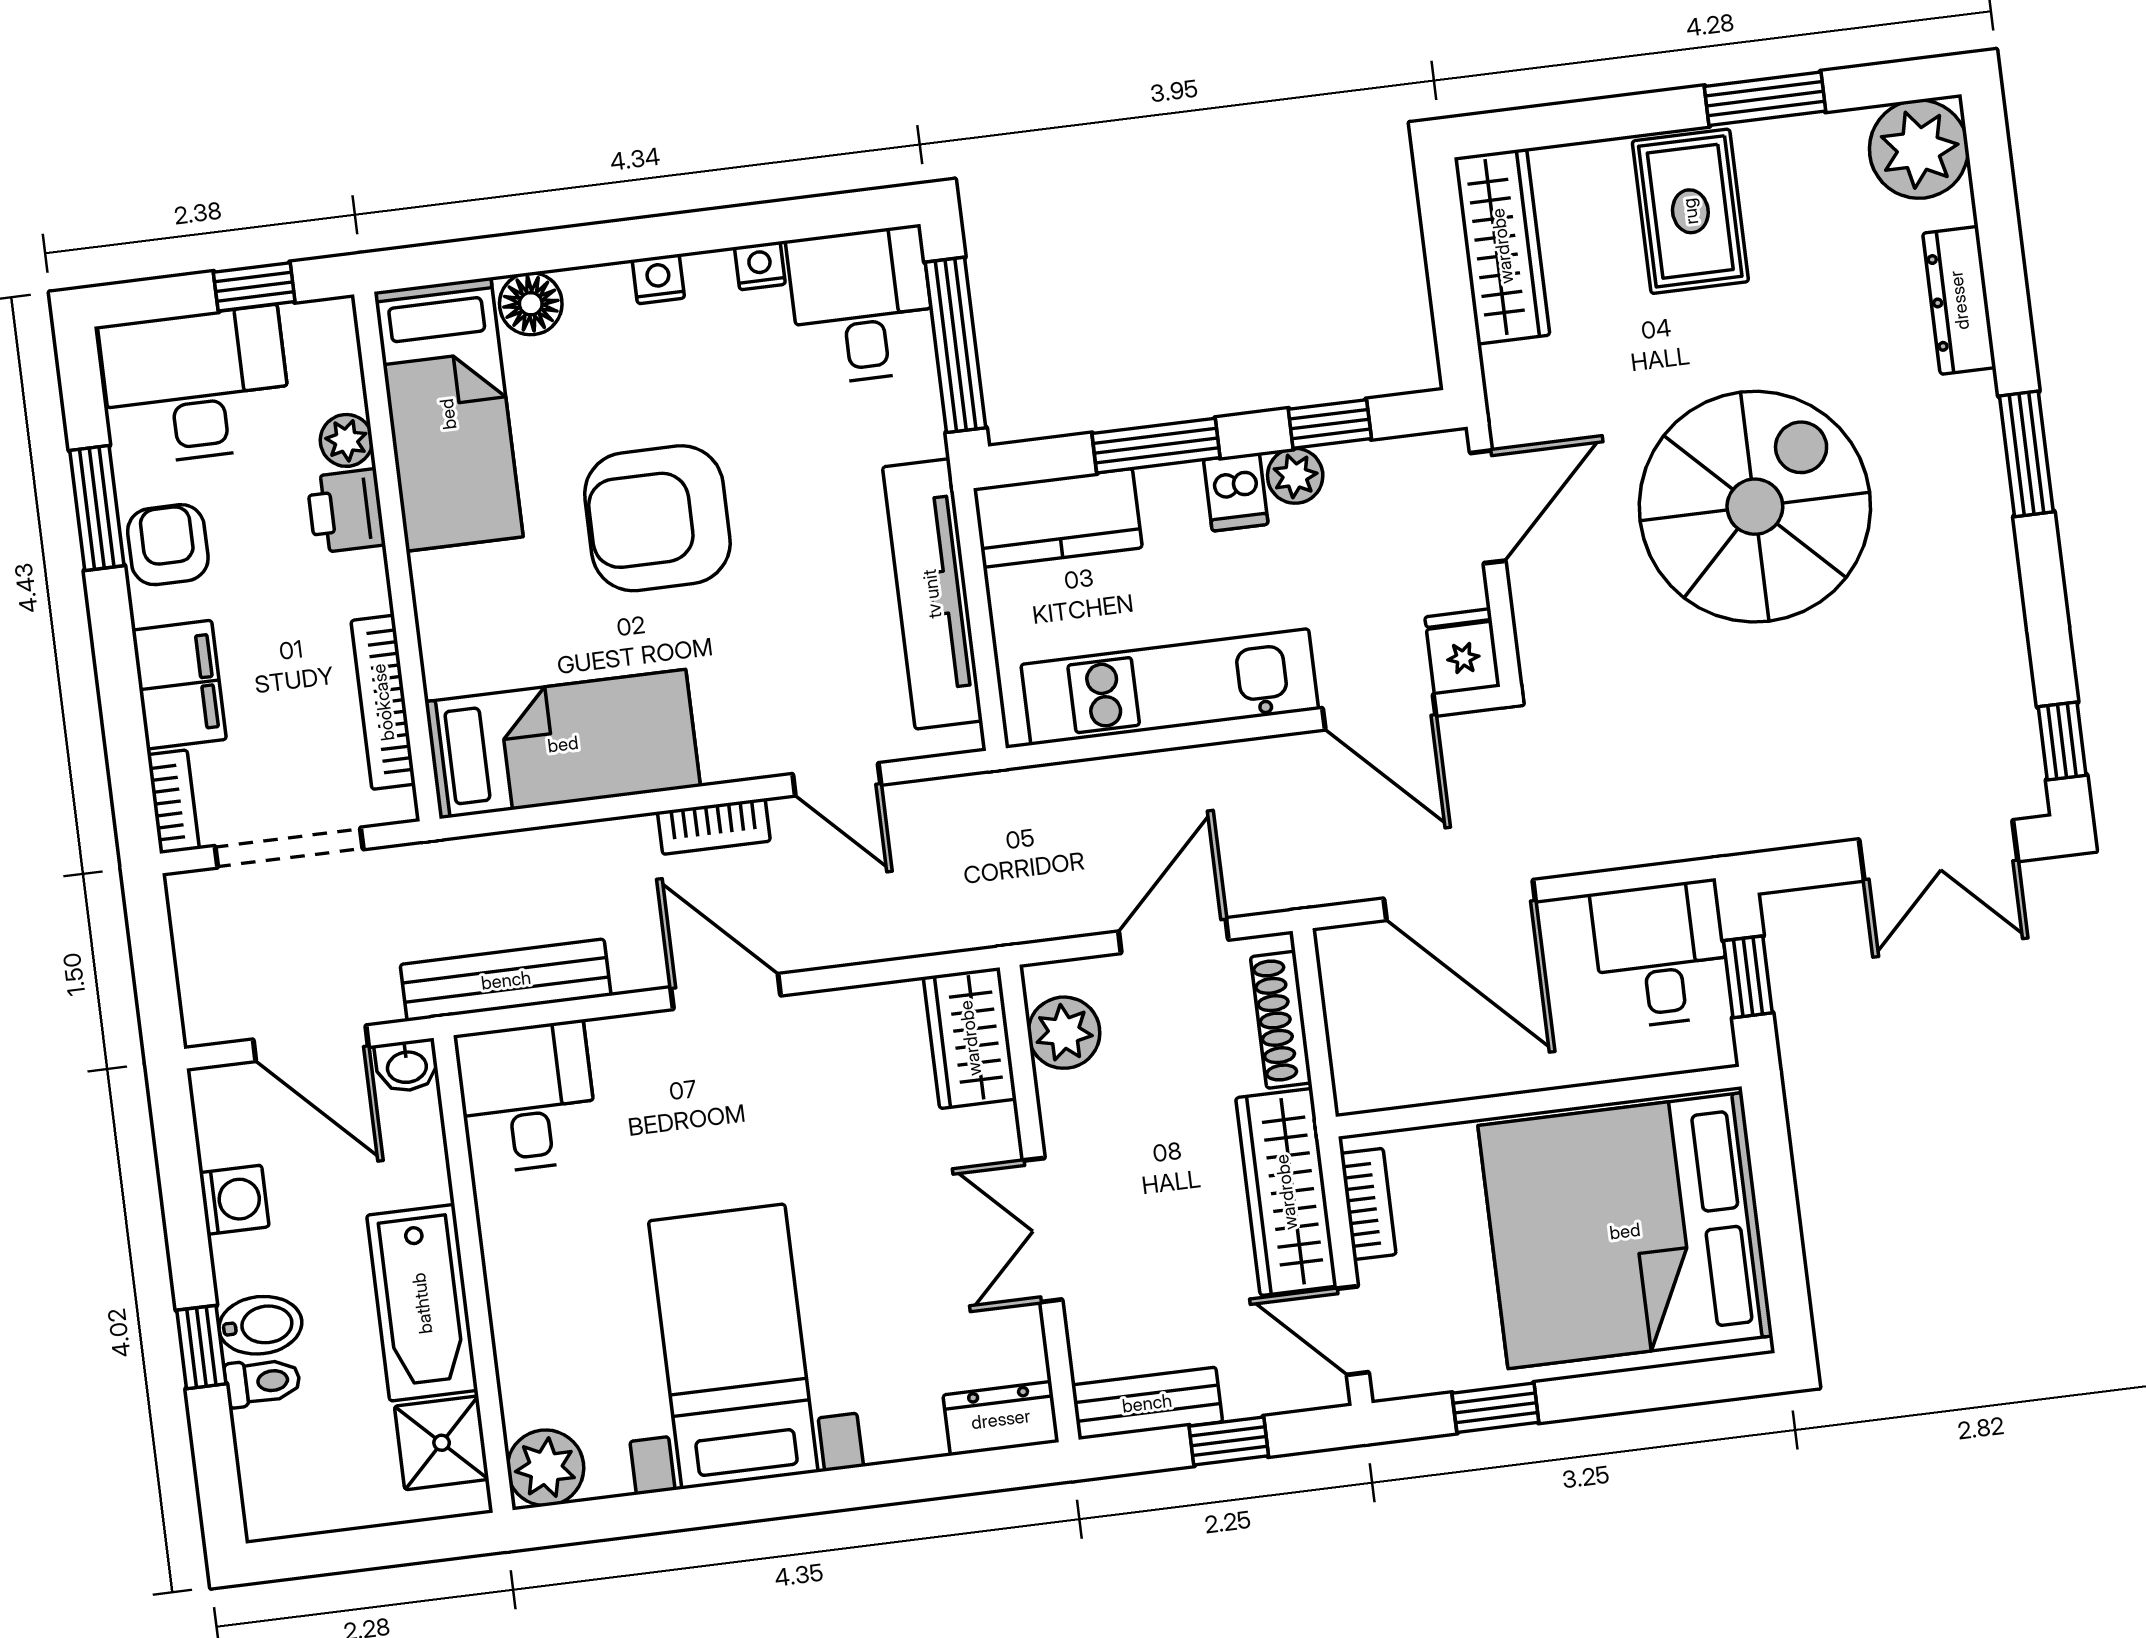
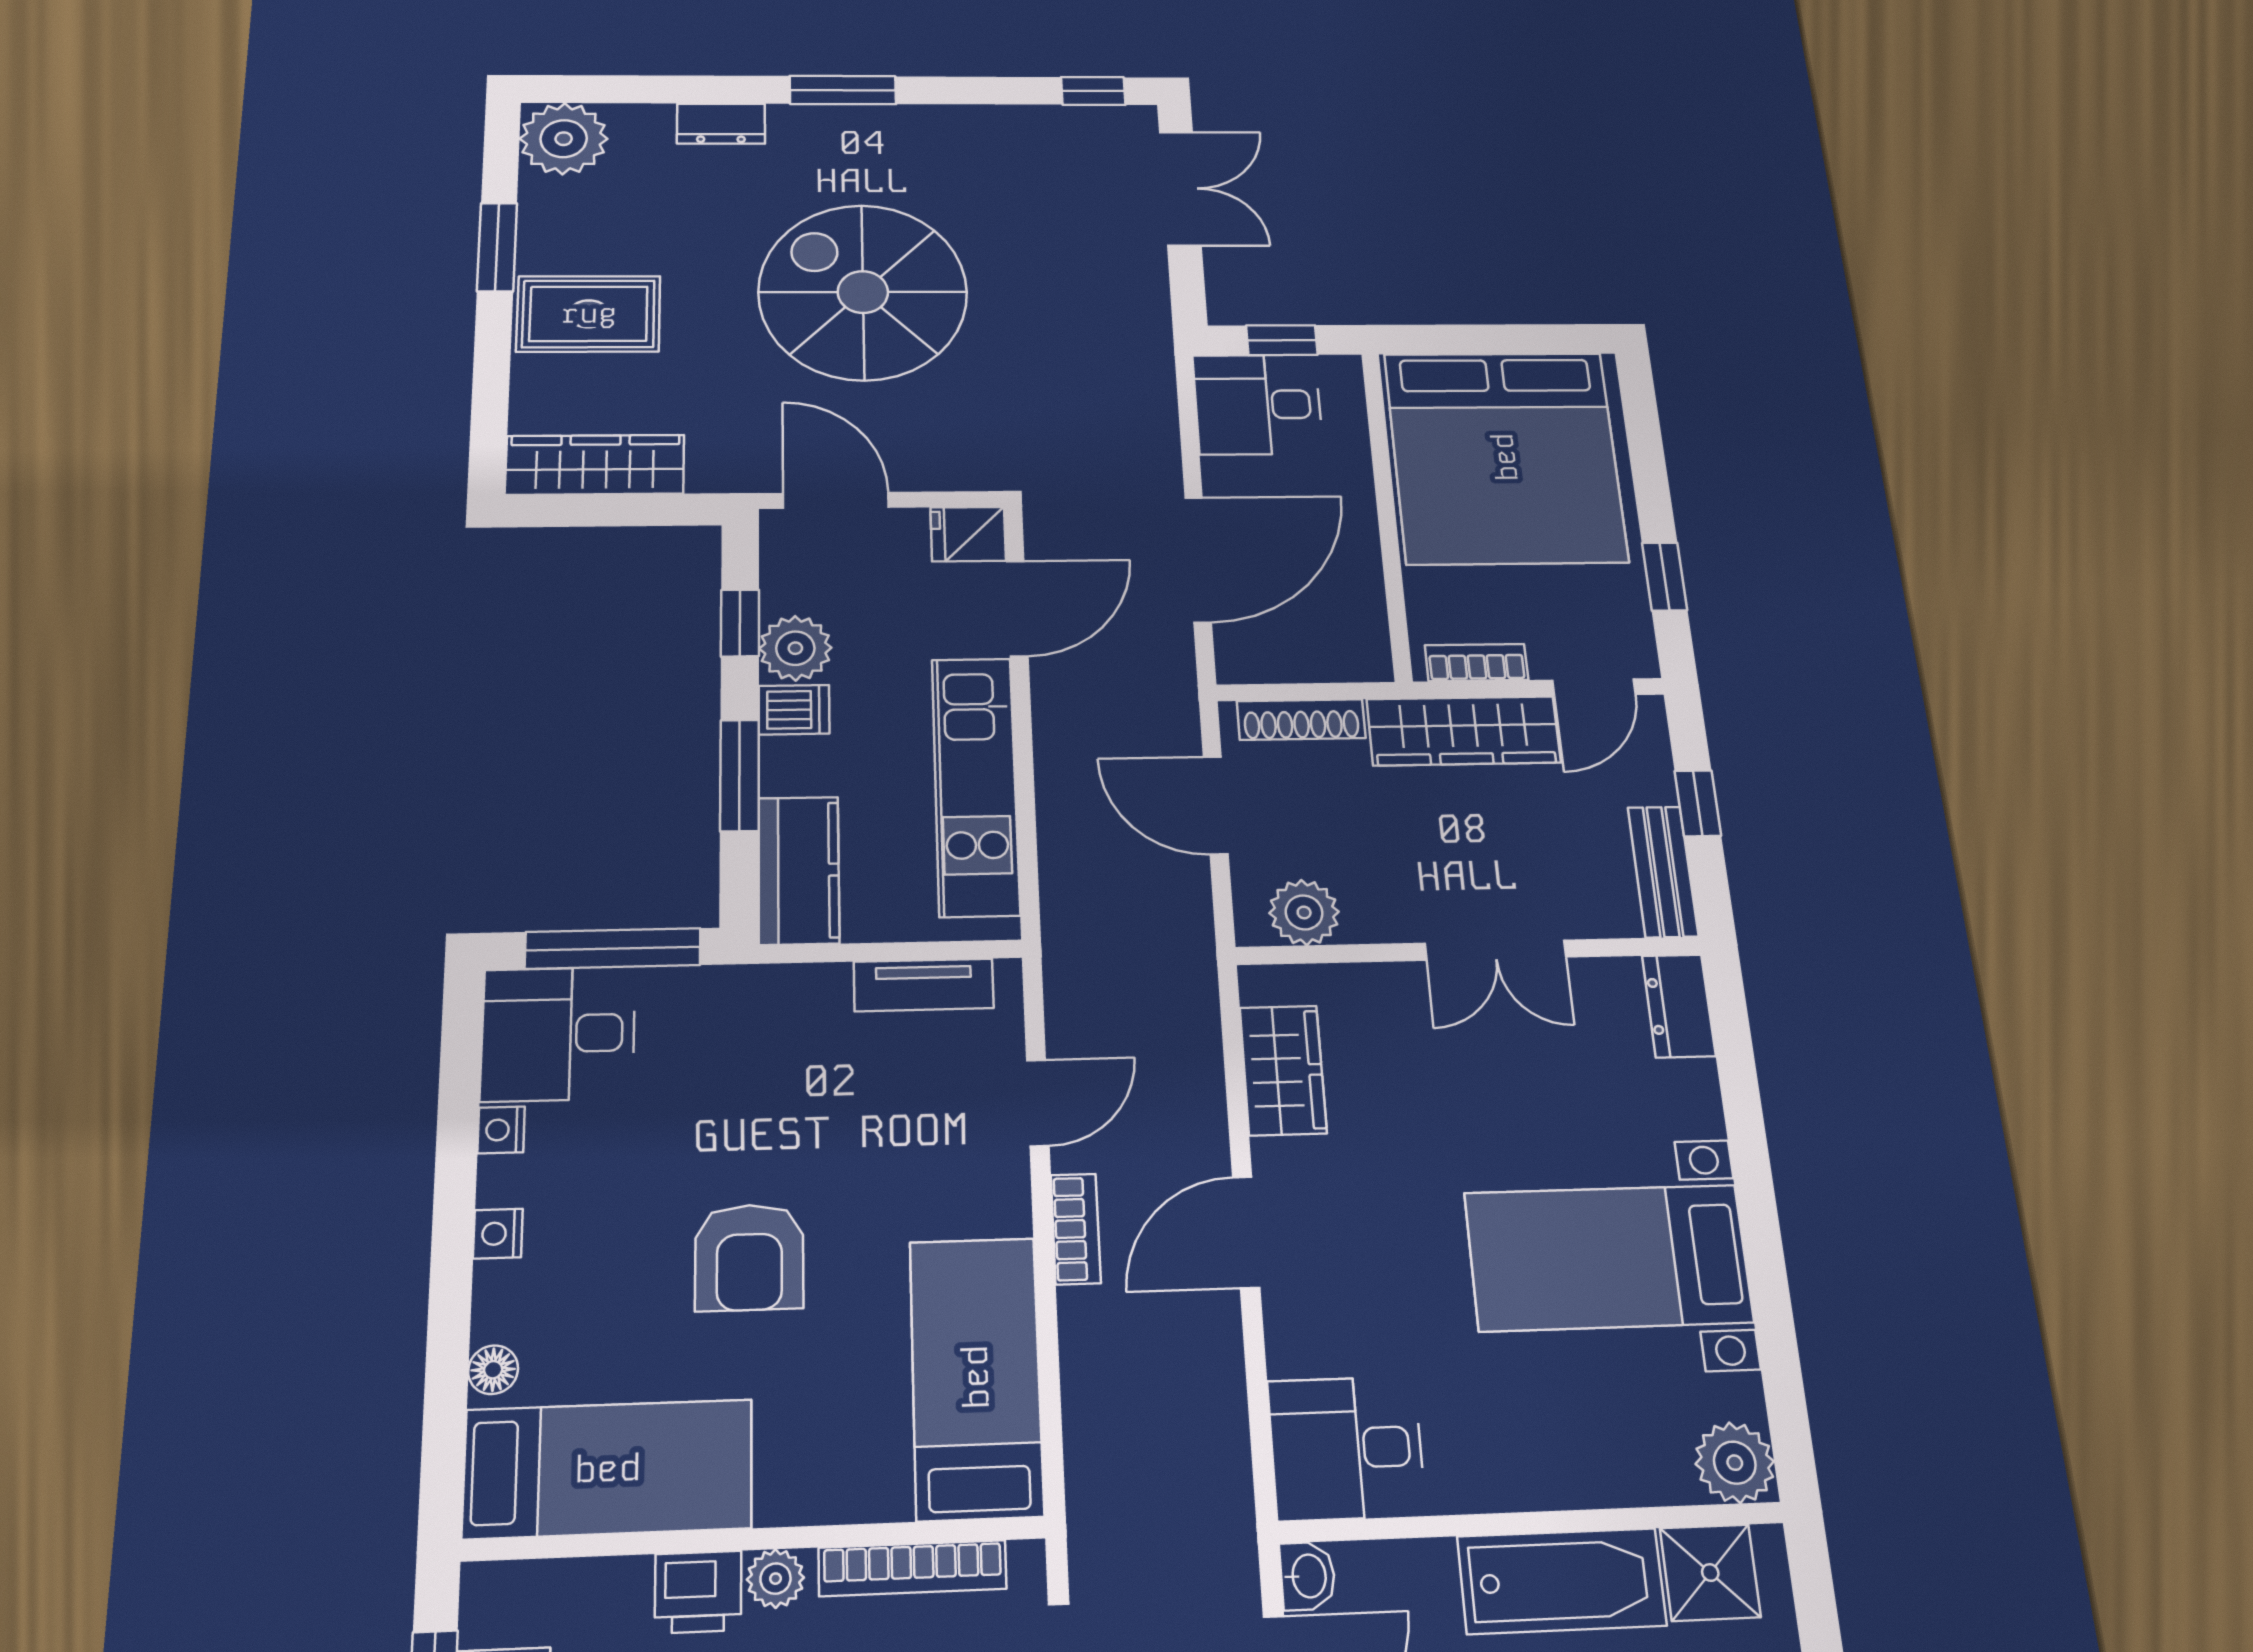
dresser: (1959, 300) -> (721, 124), width x0.70
floor lamp: (531, 304) -> (493, 1370), width x0.73, depth x0.73
plant: (346, 440) -> (775, 1579), moved
plant: (1295, 476) -> (795, 648), width x1.38, depth x1.38
armchair: (657, 518) -> (749, 1257), width x0.73, depth x0.73
tv unit: (932, 594) -> (924, 985), width x0.52, depth x0.78
bench: (506, 980) -> (1221, 1460), removed
wardrobe: (970, 1038) -> (1283, 1070), moved, turned -90

